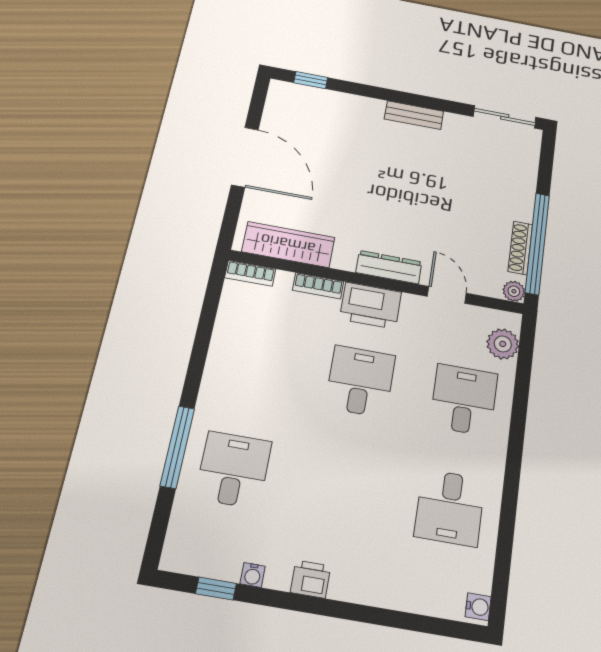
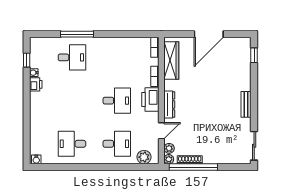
plant: (489, 286) -> (169, 148), added
printer: (310, 579) -> (36, 84), moved

